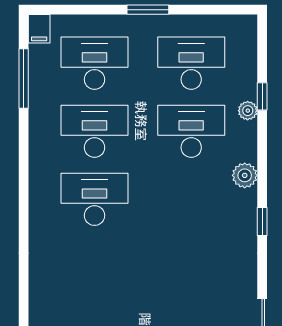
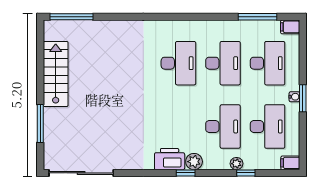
water cooler: (146, 22) -> (294, 97), added
filing cabinet: (247, 29) -> (290, 163), added
printer: (241, 213) -> (170, 159), added
window: (262, 221) -> (186, 173), moved

